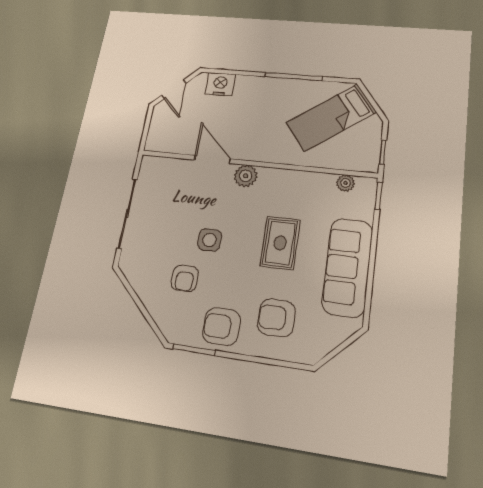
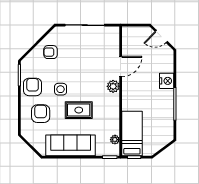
nightstand: (220, 84) -> (167, 81), moved
bed: (331, 117) -> (132, 133), moved, turned 37
side table: (209, 240) -> (61, 89), moved
armchair: (185, 278) -> (51, 52), moved

